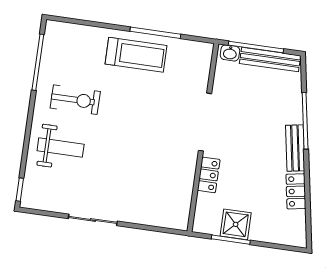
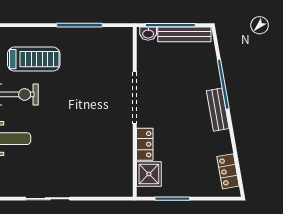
treadmill: (136, 55) -> (34, 59), moved
locker: (296, 191) -> (228, 171), moved
shower: (236, 224) -> (149, 174), moved

